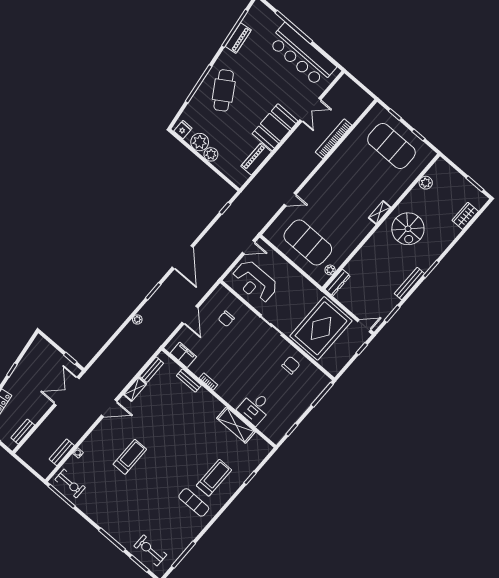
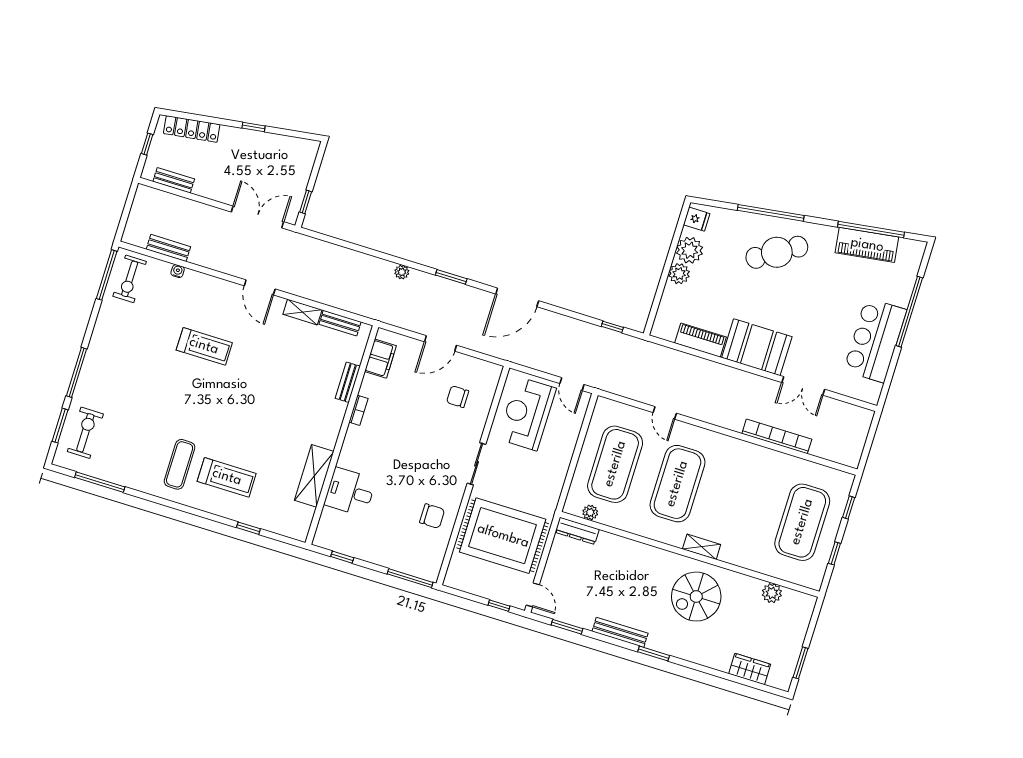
piano: (238, 38) -> (867, 245), width x1.37, depth x1.33
bar counter: (302, 55) -> (875, 340), width x0.73
exercise mat: (336, 210) -> (677, 484), added

